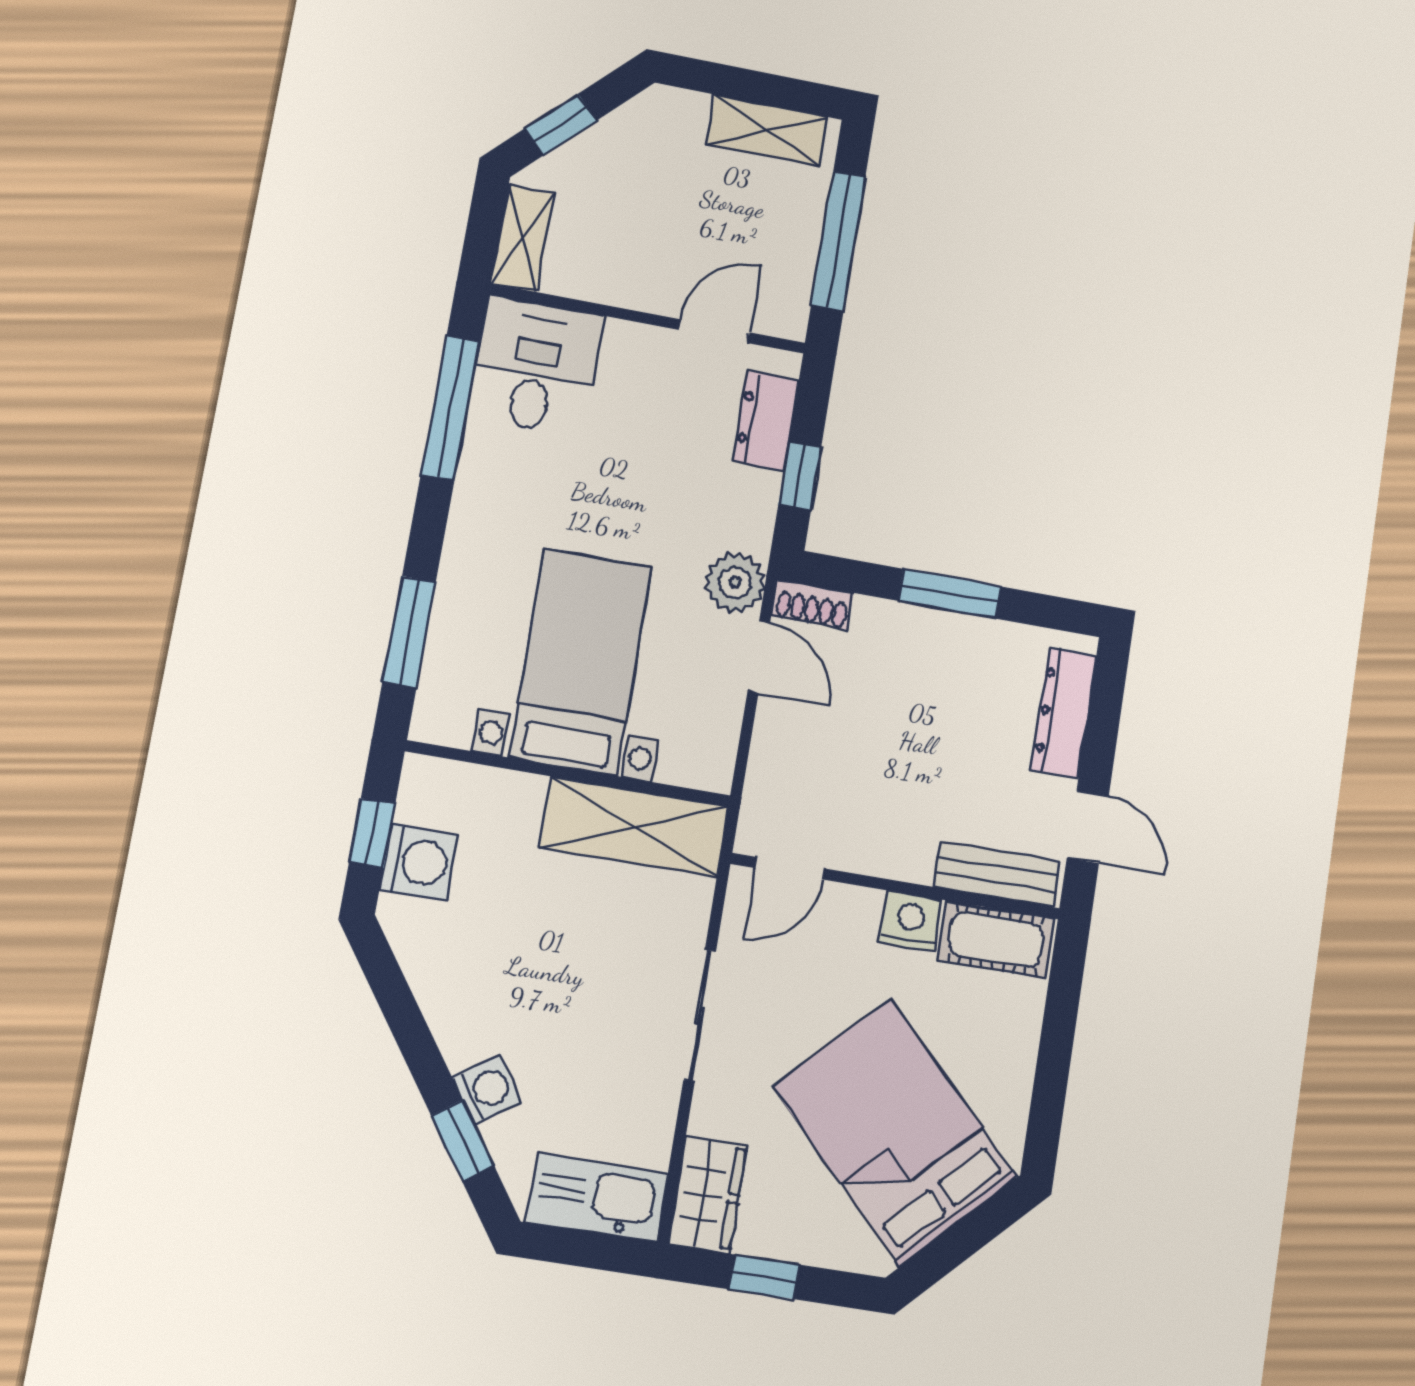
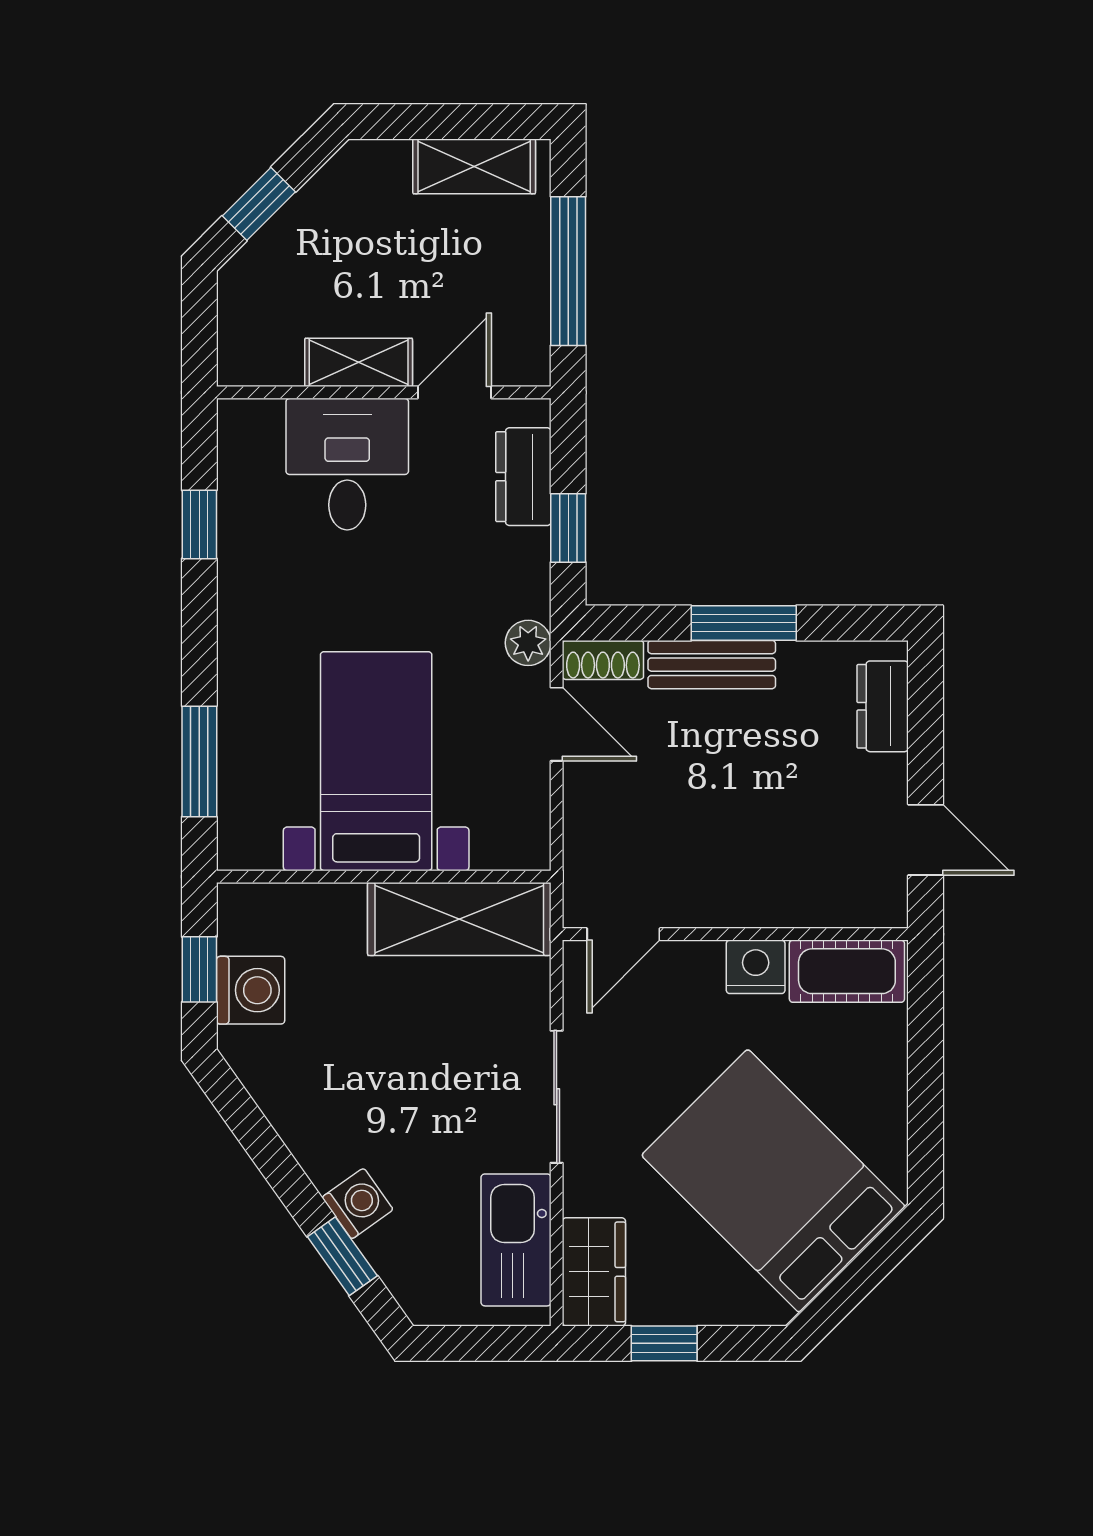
shelving: (522, 238) -> (359, 362), moved, turned 90
desk: (536, 366) -> (347, 464), moved
window: (450, 408) -> (199, 524), width x0.46
plant: (735, 582) -> (528, 643), width x0.73, depth x0.73
dresser: (1064, 713) -> (883, 706), width x0.70
bench: (997, 874) -> (712, 665), moved
kitchen sink: (597, 1197) -> (516, 1240), moved, turned -90

